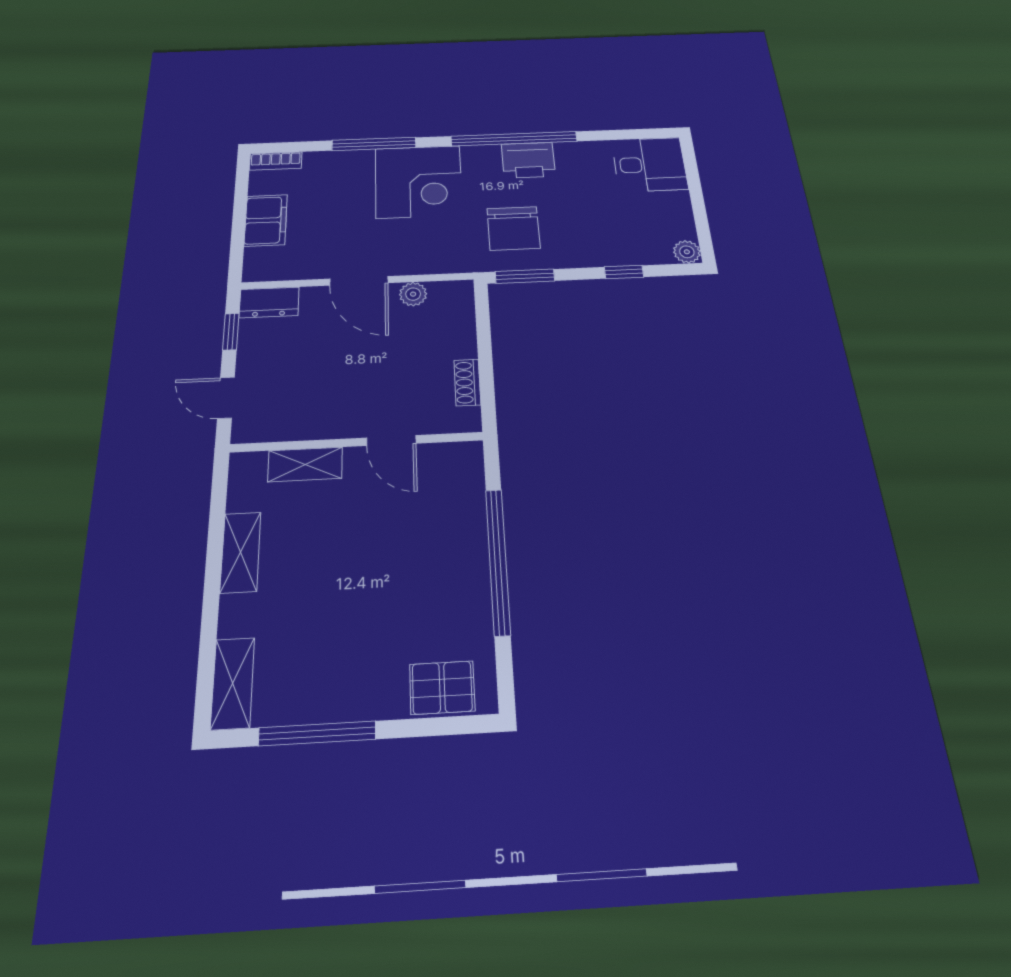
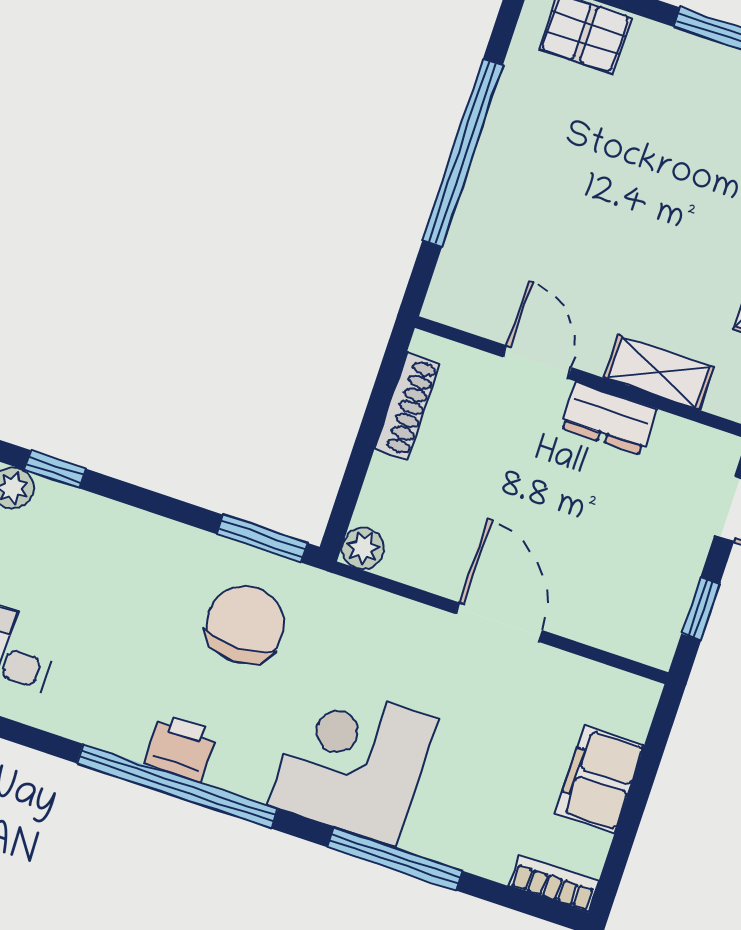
printer: (528, 160) -> (181, 747), width x0.73, depth x0.81
window: (624, 272) -> (55, 469), moved
plant: (413, 294) -> (363, 548), moved
dresser: (269, 302) -> (609, 418), moved, turned 180
shoe rack: (467, 382) -> (407, 406), width x1.43

